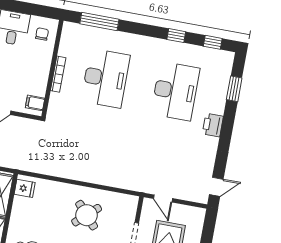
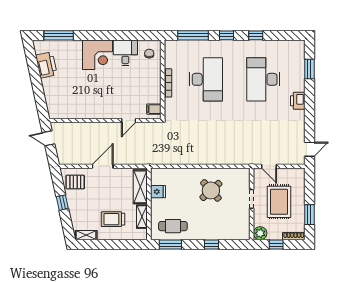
window: (213, 42) -> (226, 35), moved
desk: (175, 91) -> (263, 79), turned 180
fridge: (25, 188) -> (158, 192), moved

